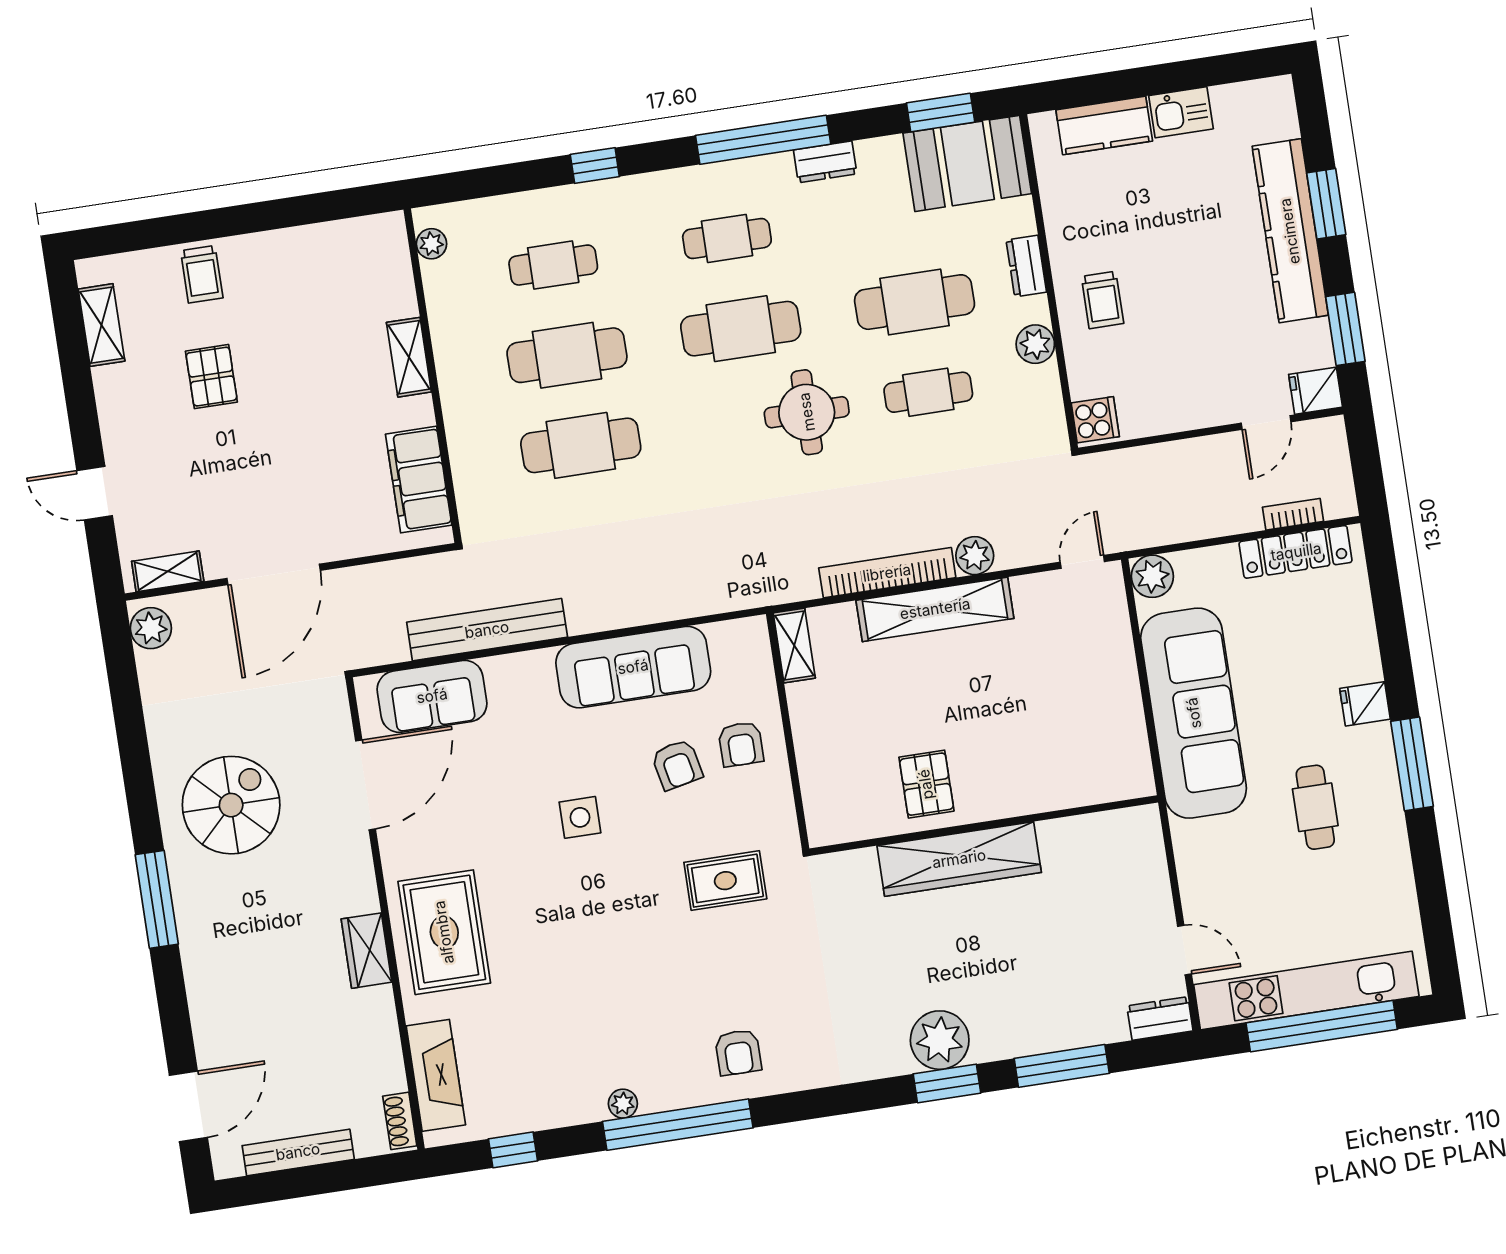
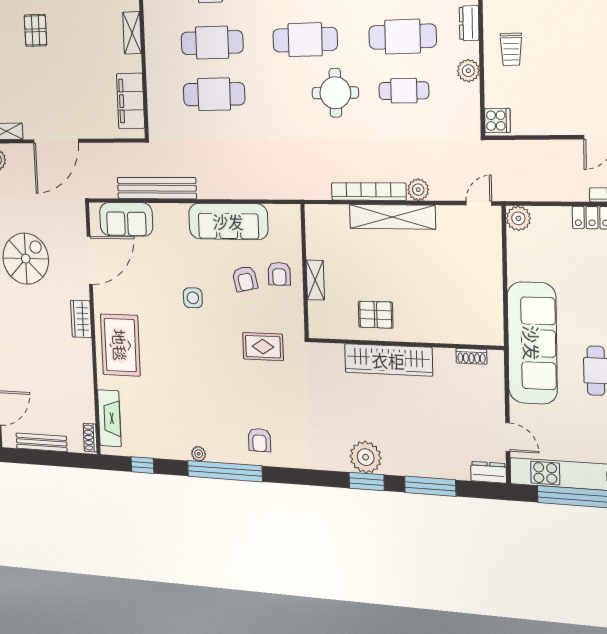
shelving: (794, 646) -> (315, 280), moved
sofa: (1194, 713) -> (532, 343), moved
pallet: (926, 784) -> (376, 315), turned 90
shoe rack: (1104, 824) -> (471, 356), added
wardrobe: (367, 951) -> (81, 319), moved

